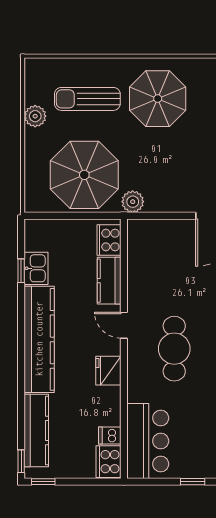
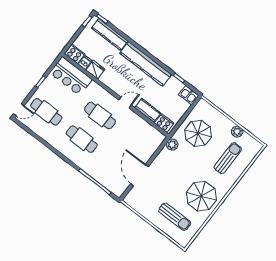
parasol: (158, 99) -> (201, 196), moved
parasol: (84, 175) -> (198, 133), width x0.73, depth x0.73
kitchen sink: (36, 268) -> (189, 95), moved
fridge: (108, 371) -> (95, 70), moved

